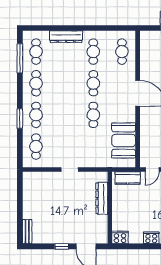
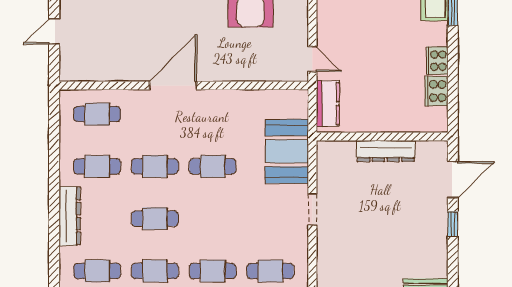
cafe table: (65, 83) -> (155, 219), added
booth: (124, 141) -> (287, 151), moved, turned 90
dresser: (102, 198) -> (386, 151), moved
cooker: (120, 237) -> (436, 91), moved

